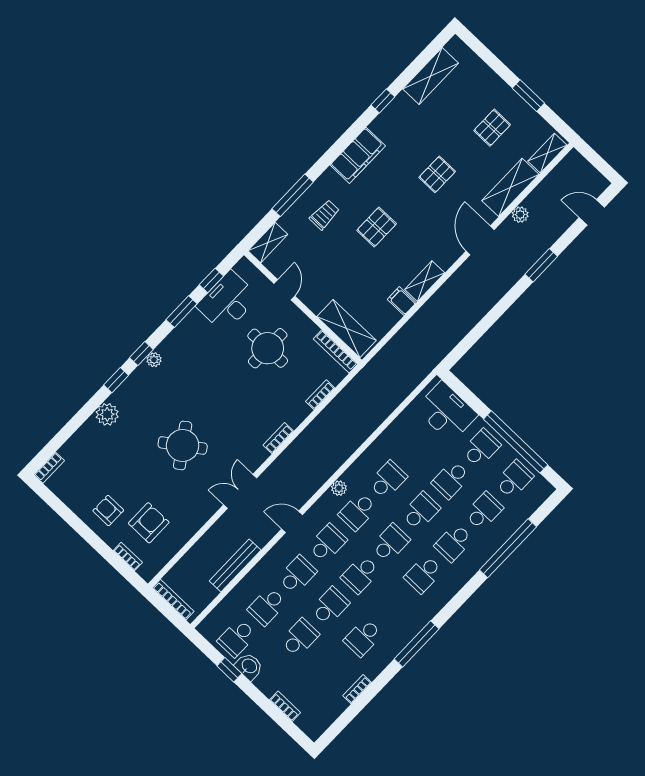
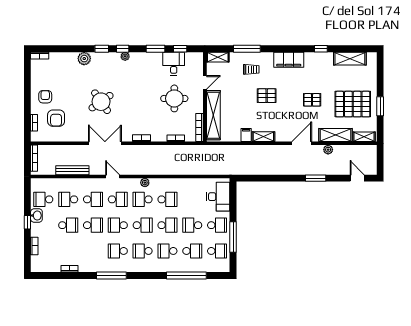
pallet: (492, 128) -> (353, 104), width x2.05, depth x2.00
desk: (228, 301) -> (174, 64), width x0.73
shelving: (346, 329) -> (213, 115), width x1.47
window: (516, 442) -> (233, 237), width x0.68
double door: (240, 491) -> (105, 143), width x1.37
armchair: (149, 523) -> (56, 118), turned 90
school desk: (363, 637) -> (118, 251), moved
window: (229, 670) -> (27, 222), moved

